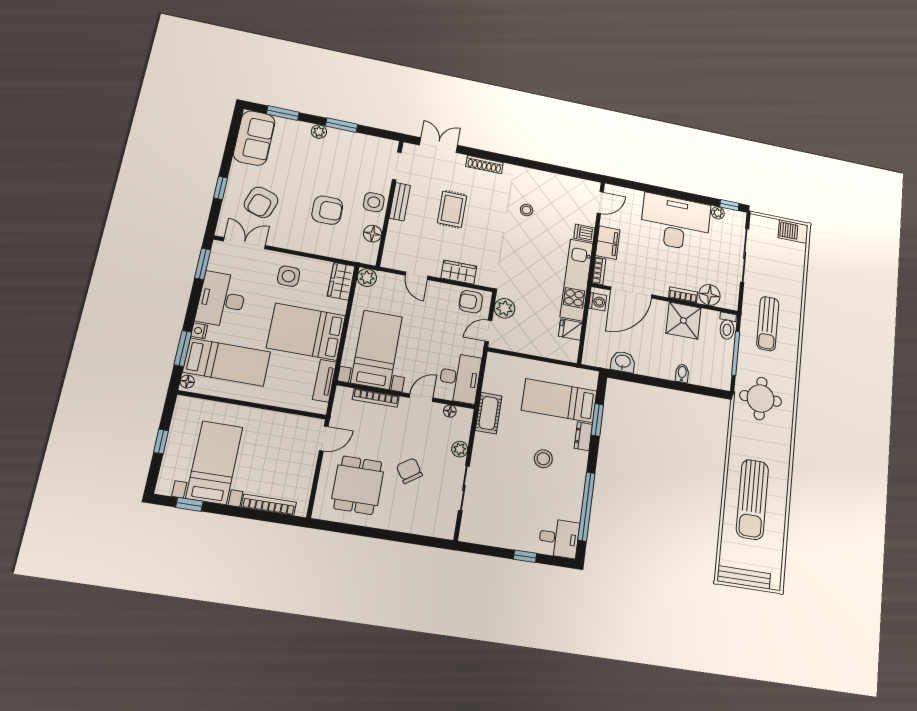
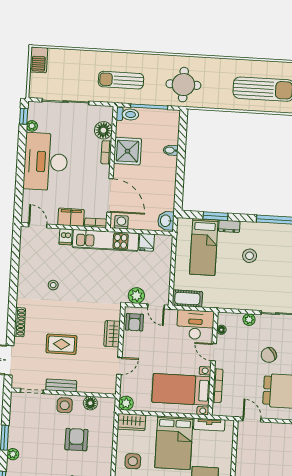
sun lounger: (768, 324) -> (121, 80), turned 180
washbasin: (623, 362) -> (166, 221), moved
cot: (489, 413) -> (187, 299), moved

